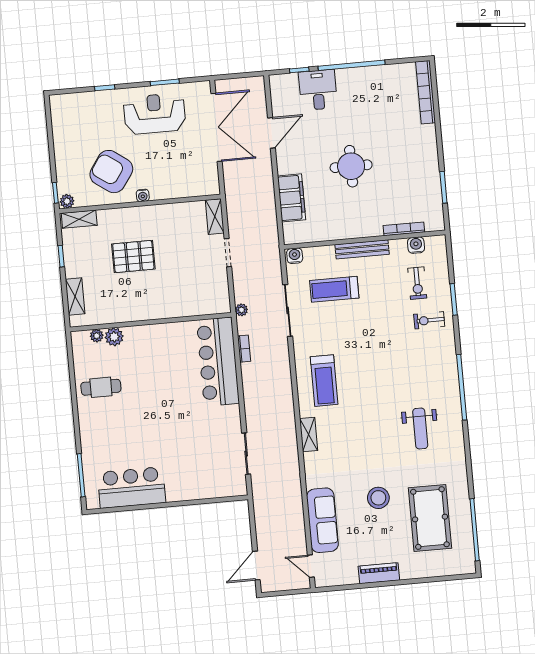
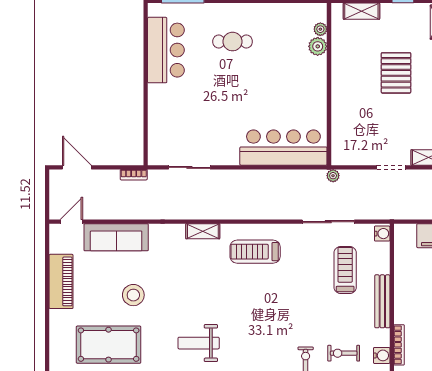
bookcase: (244, 349) -> (134, 175), moved
cafe table: (101, 387) -> (233, 42), moved, turned 90
piano: (379, 573) -> (61, 281), width x1.37, depth x1.33

